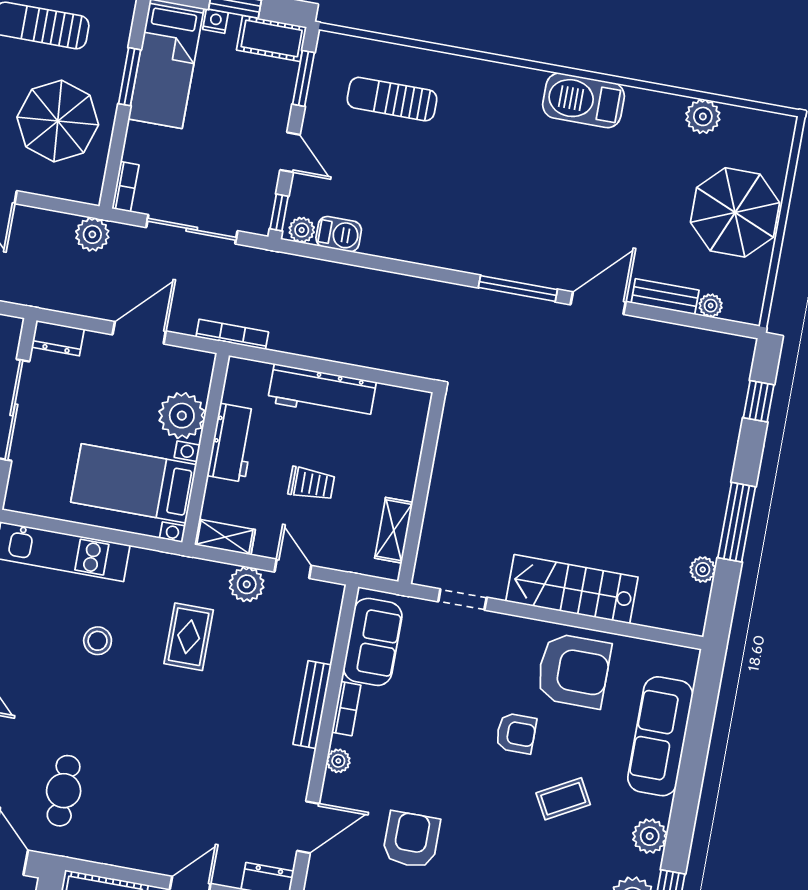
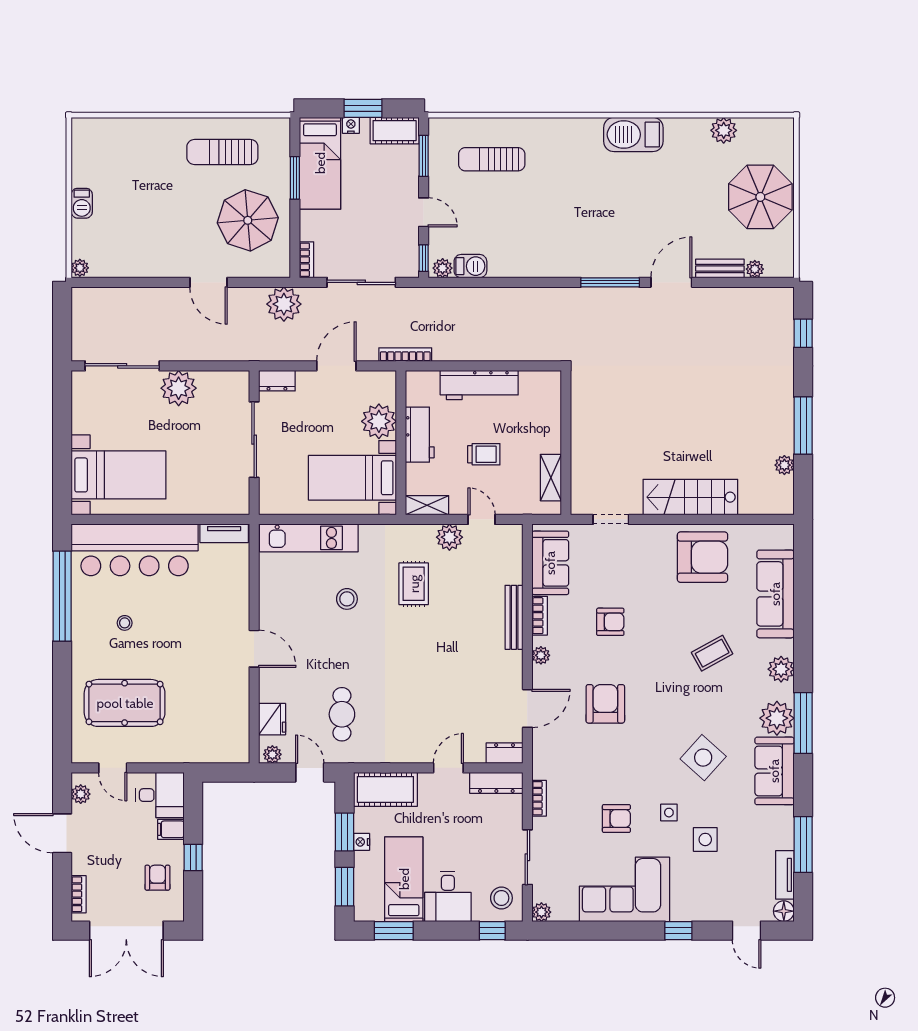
plant: (92, 234) -> (284, 304), width x1.36, depth x1.36
armchair: (516, 733) -> (610, 622), moved

